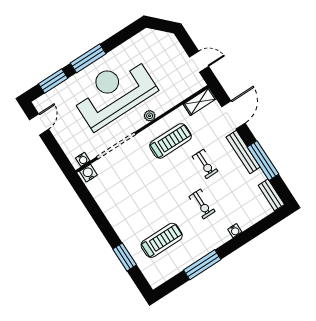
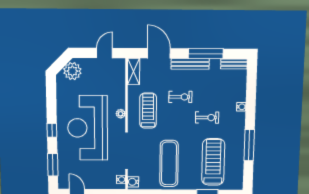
plant: (161, 41) -> (72, 71), added
window: (88, 58) -> (52, 130), width x0.46
exercise mat: (131, 197) -> (169, 163), added
treadmill: (162, 240) -> (213, 162), width x1.37, depth x1.38

